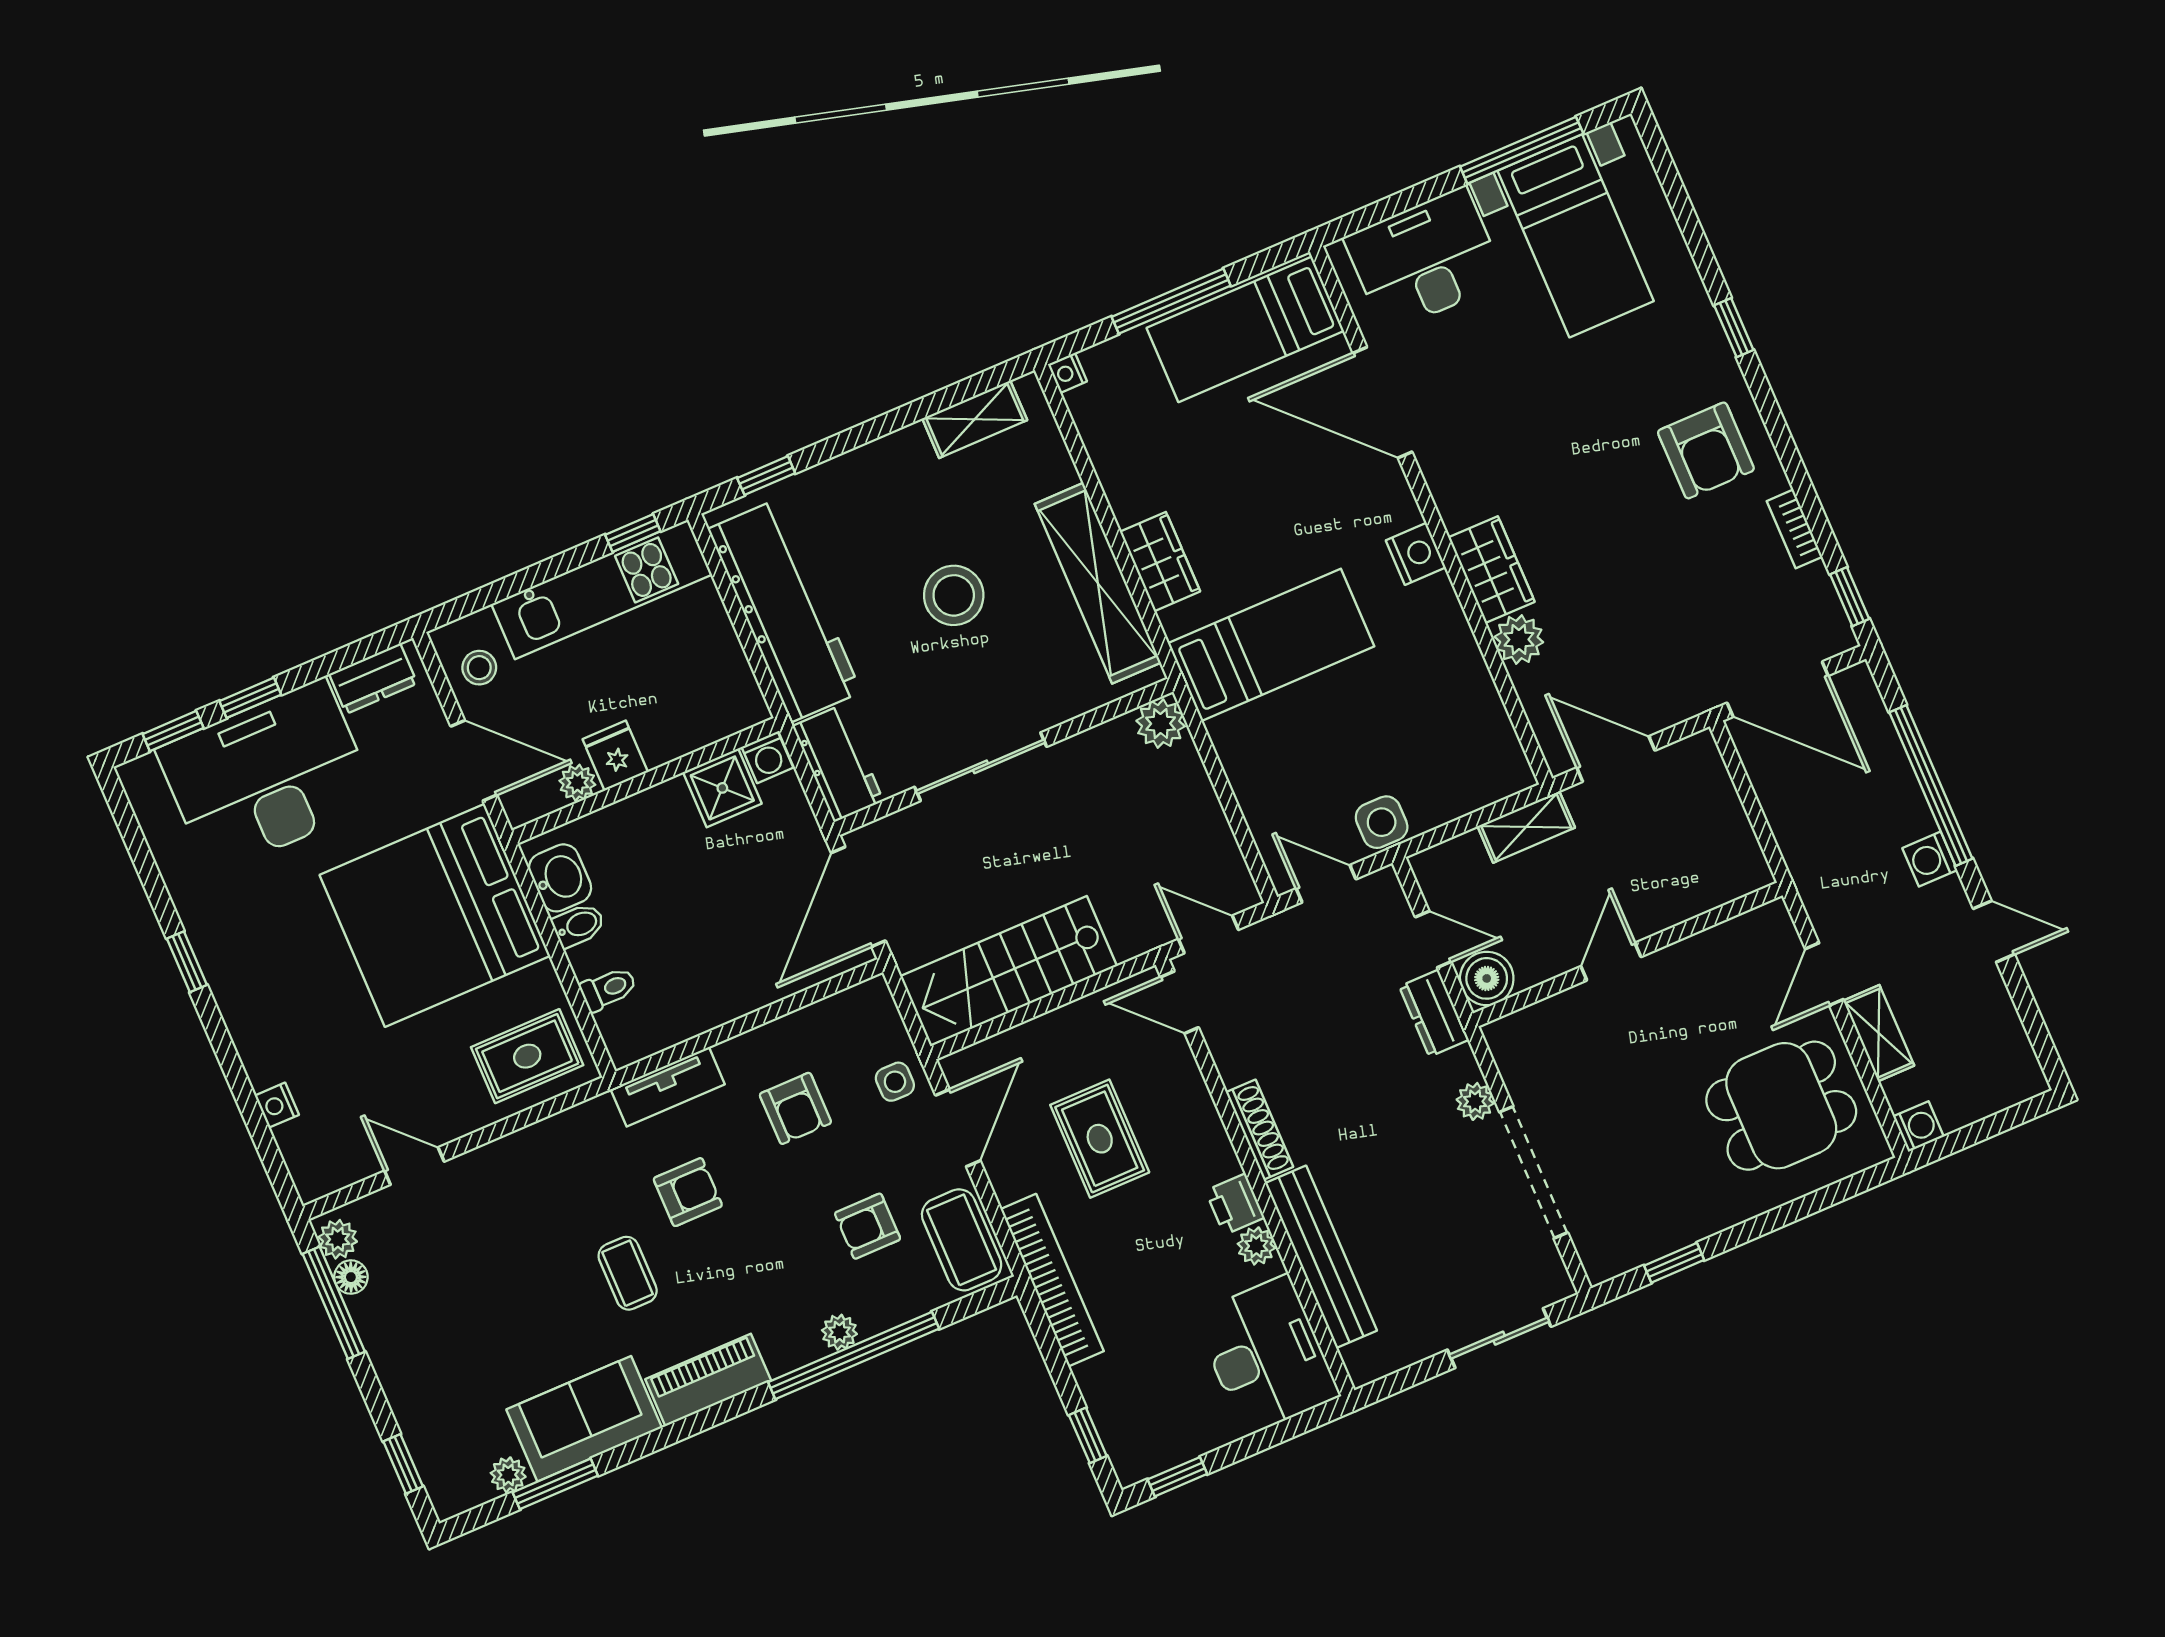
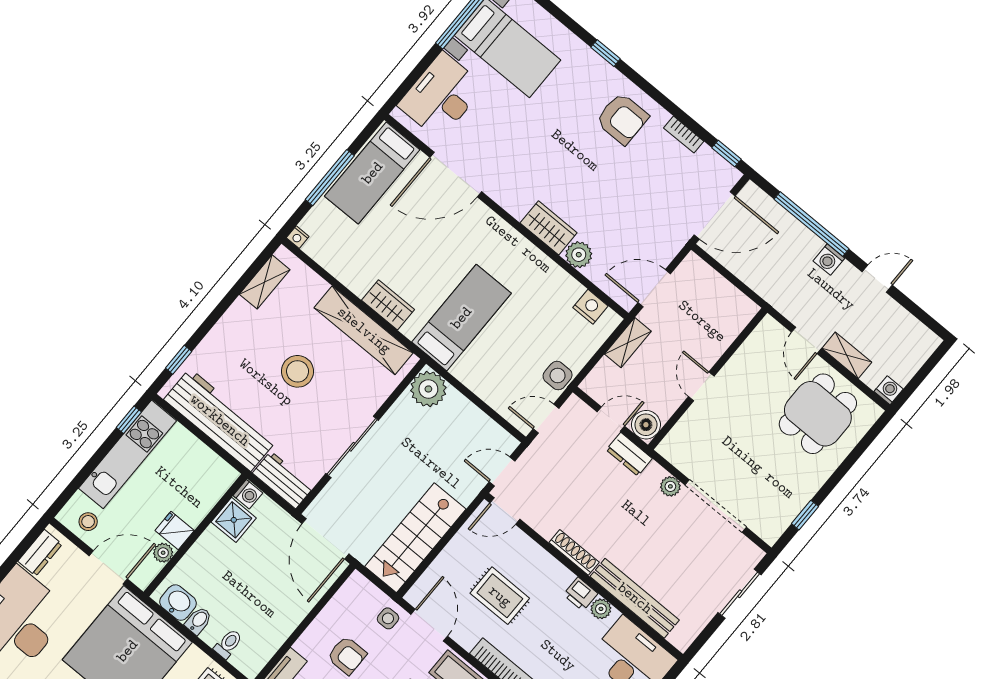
nightstand: (1416, 554) -> (590, 307), moved
plant: (1161, 724) -> (428, 389), width x1.36, depth x1.36

